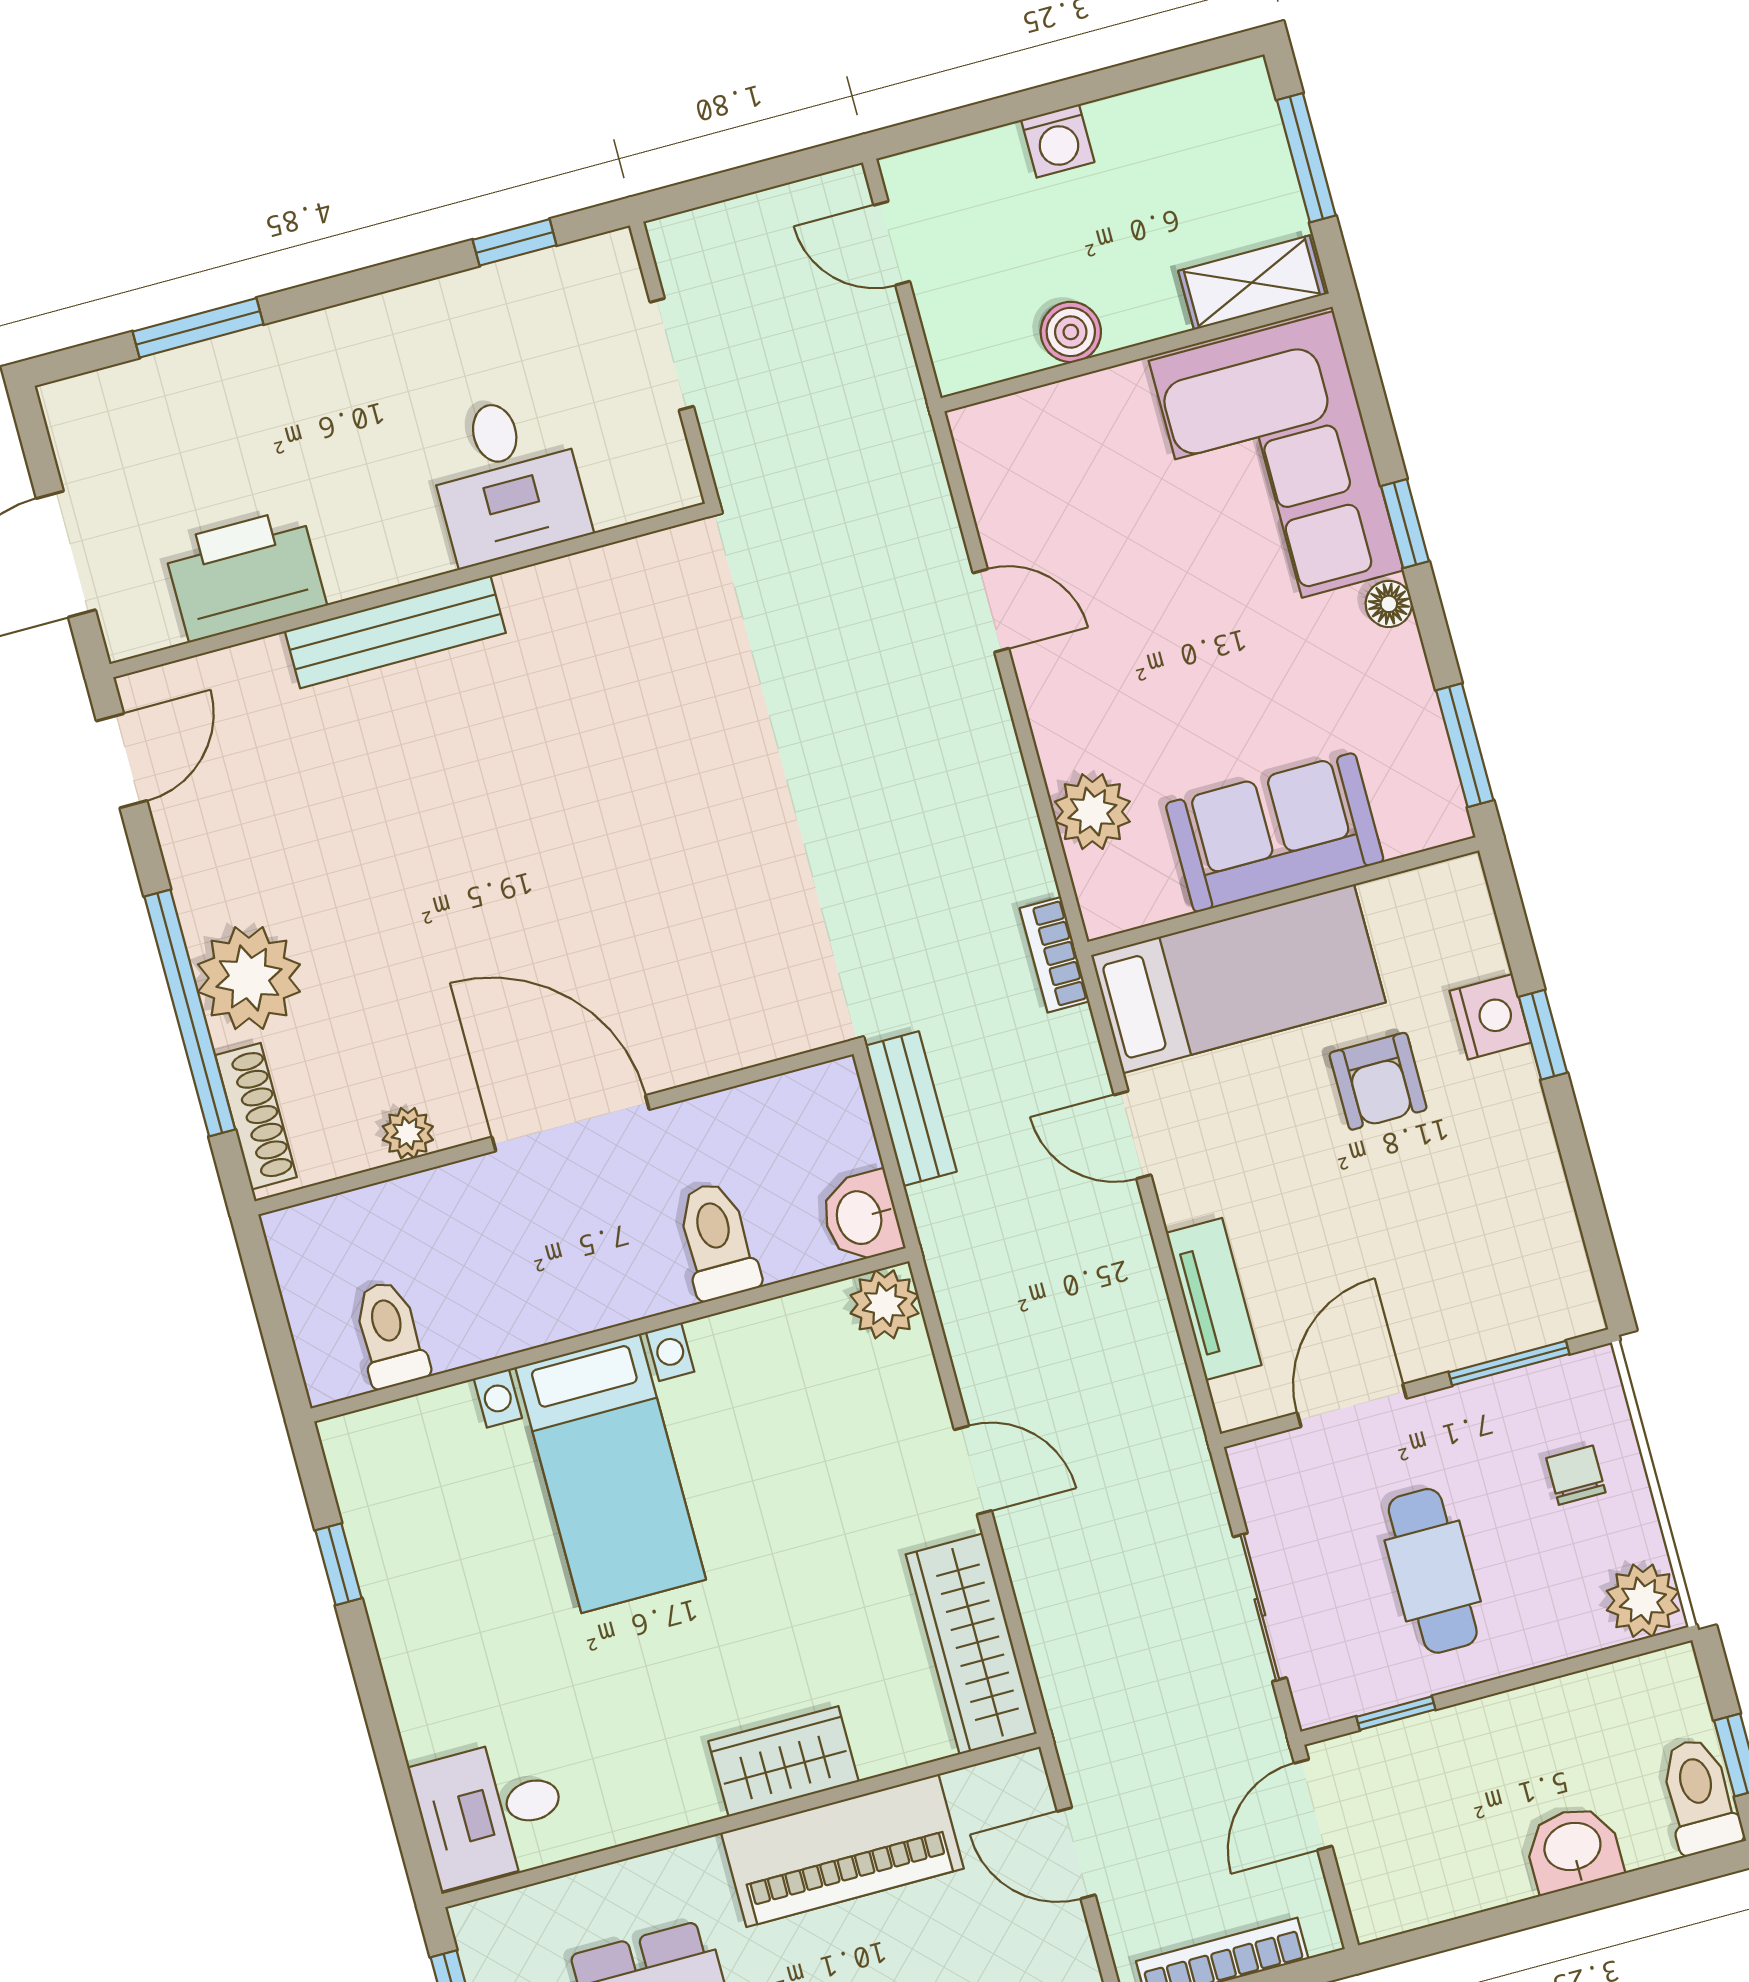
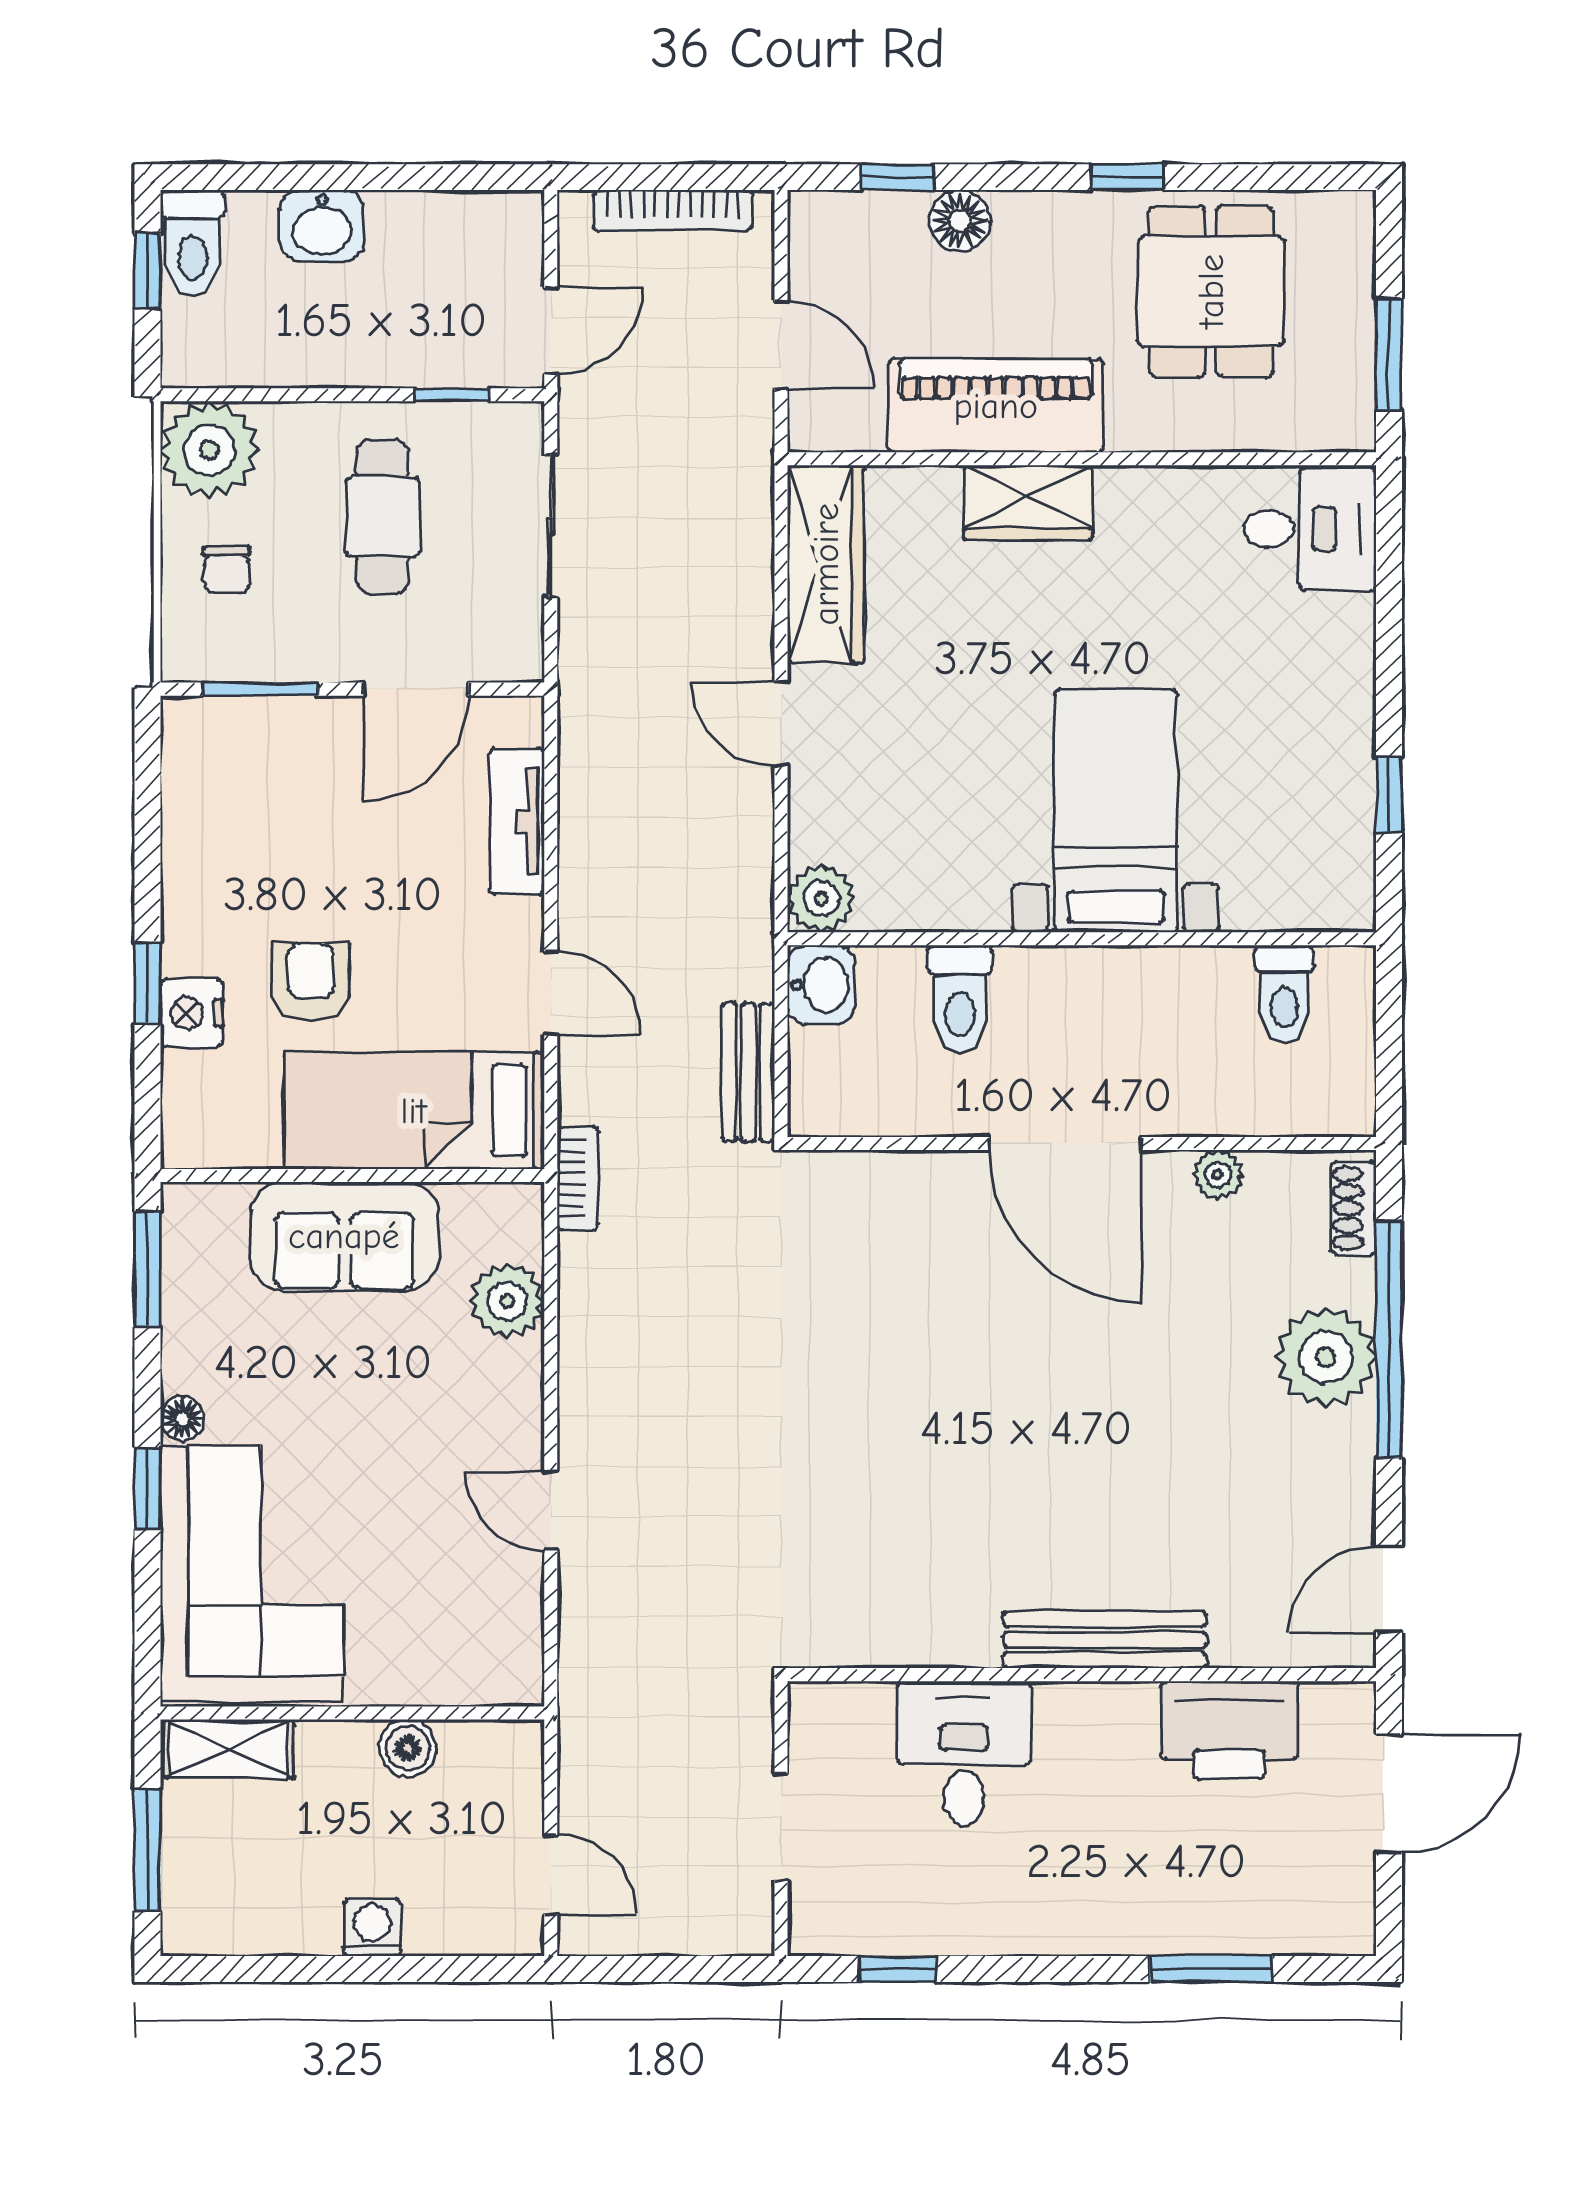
shoe rack: (256, 1116) -> (1354, 1208), width x0.70
plant: (1643, 1601) -> (209, 450), width x1.36, depth x1.36

